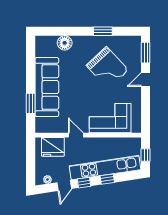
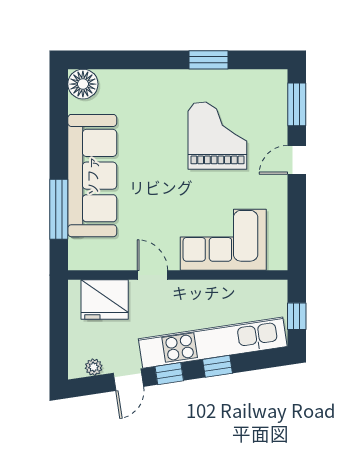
floor lamp: (65, 43) -> (83, 84), moved
grand piano: (107, 68) -> (217, 136), turned -137
window: (31, 103) -> (59, 209), width x1.44

